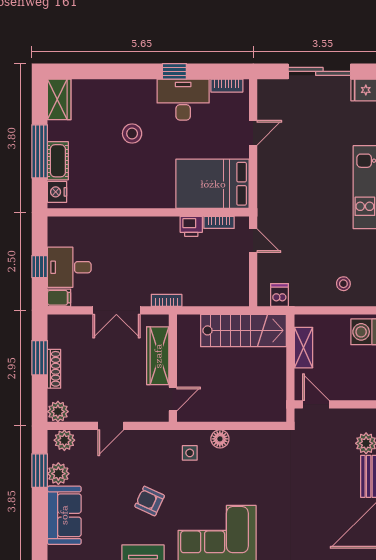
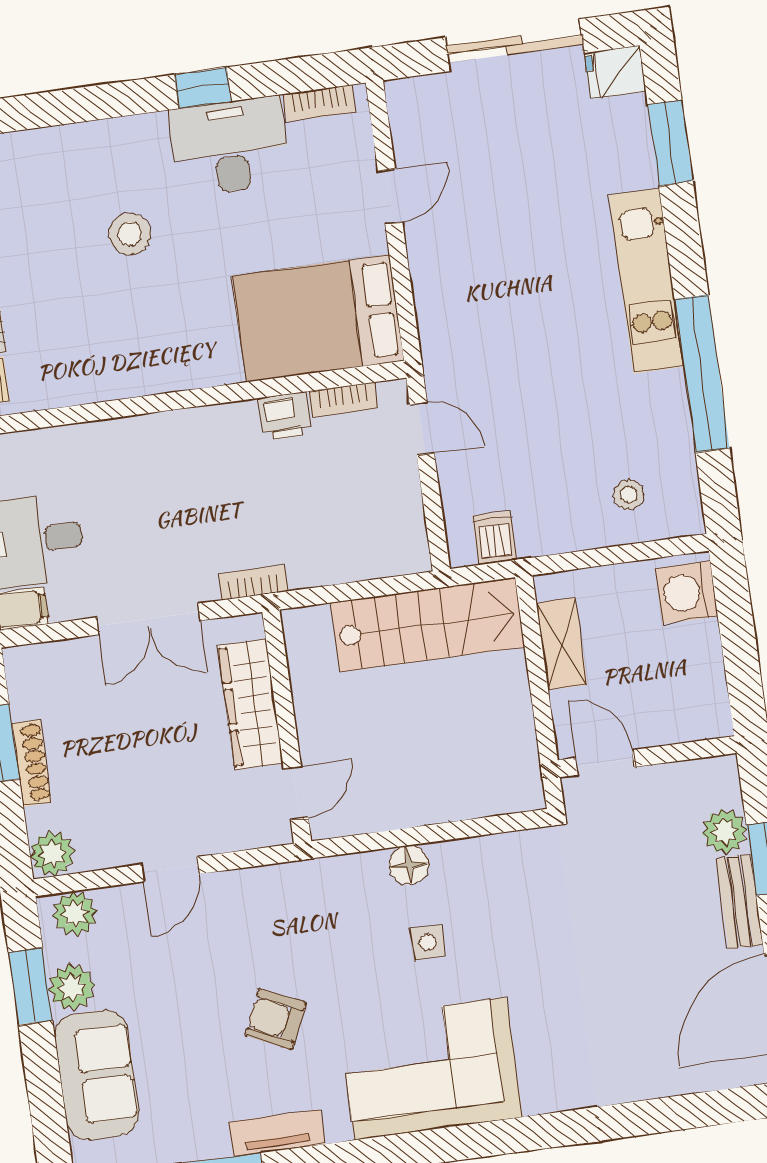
side table: (190, 453) -> (428, 942), moved

